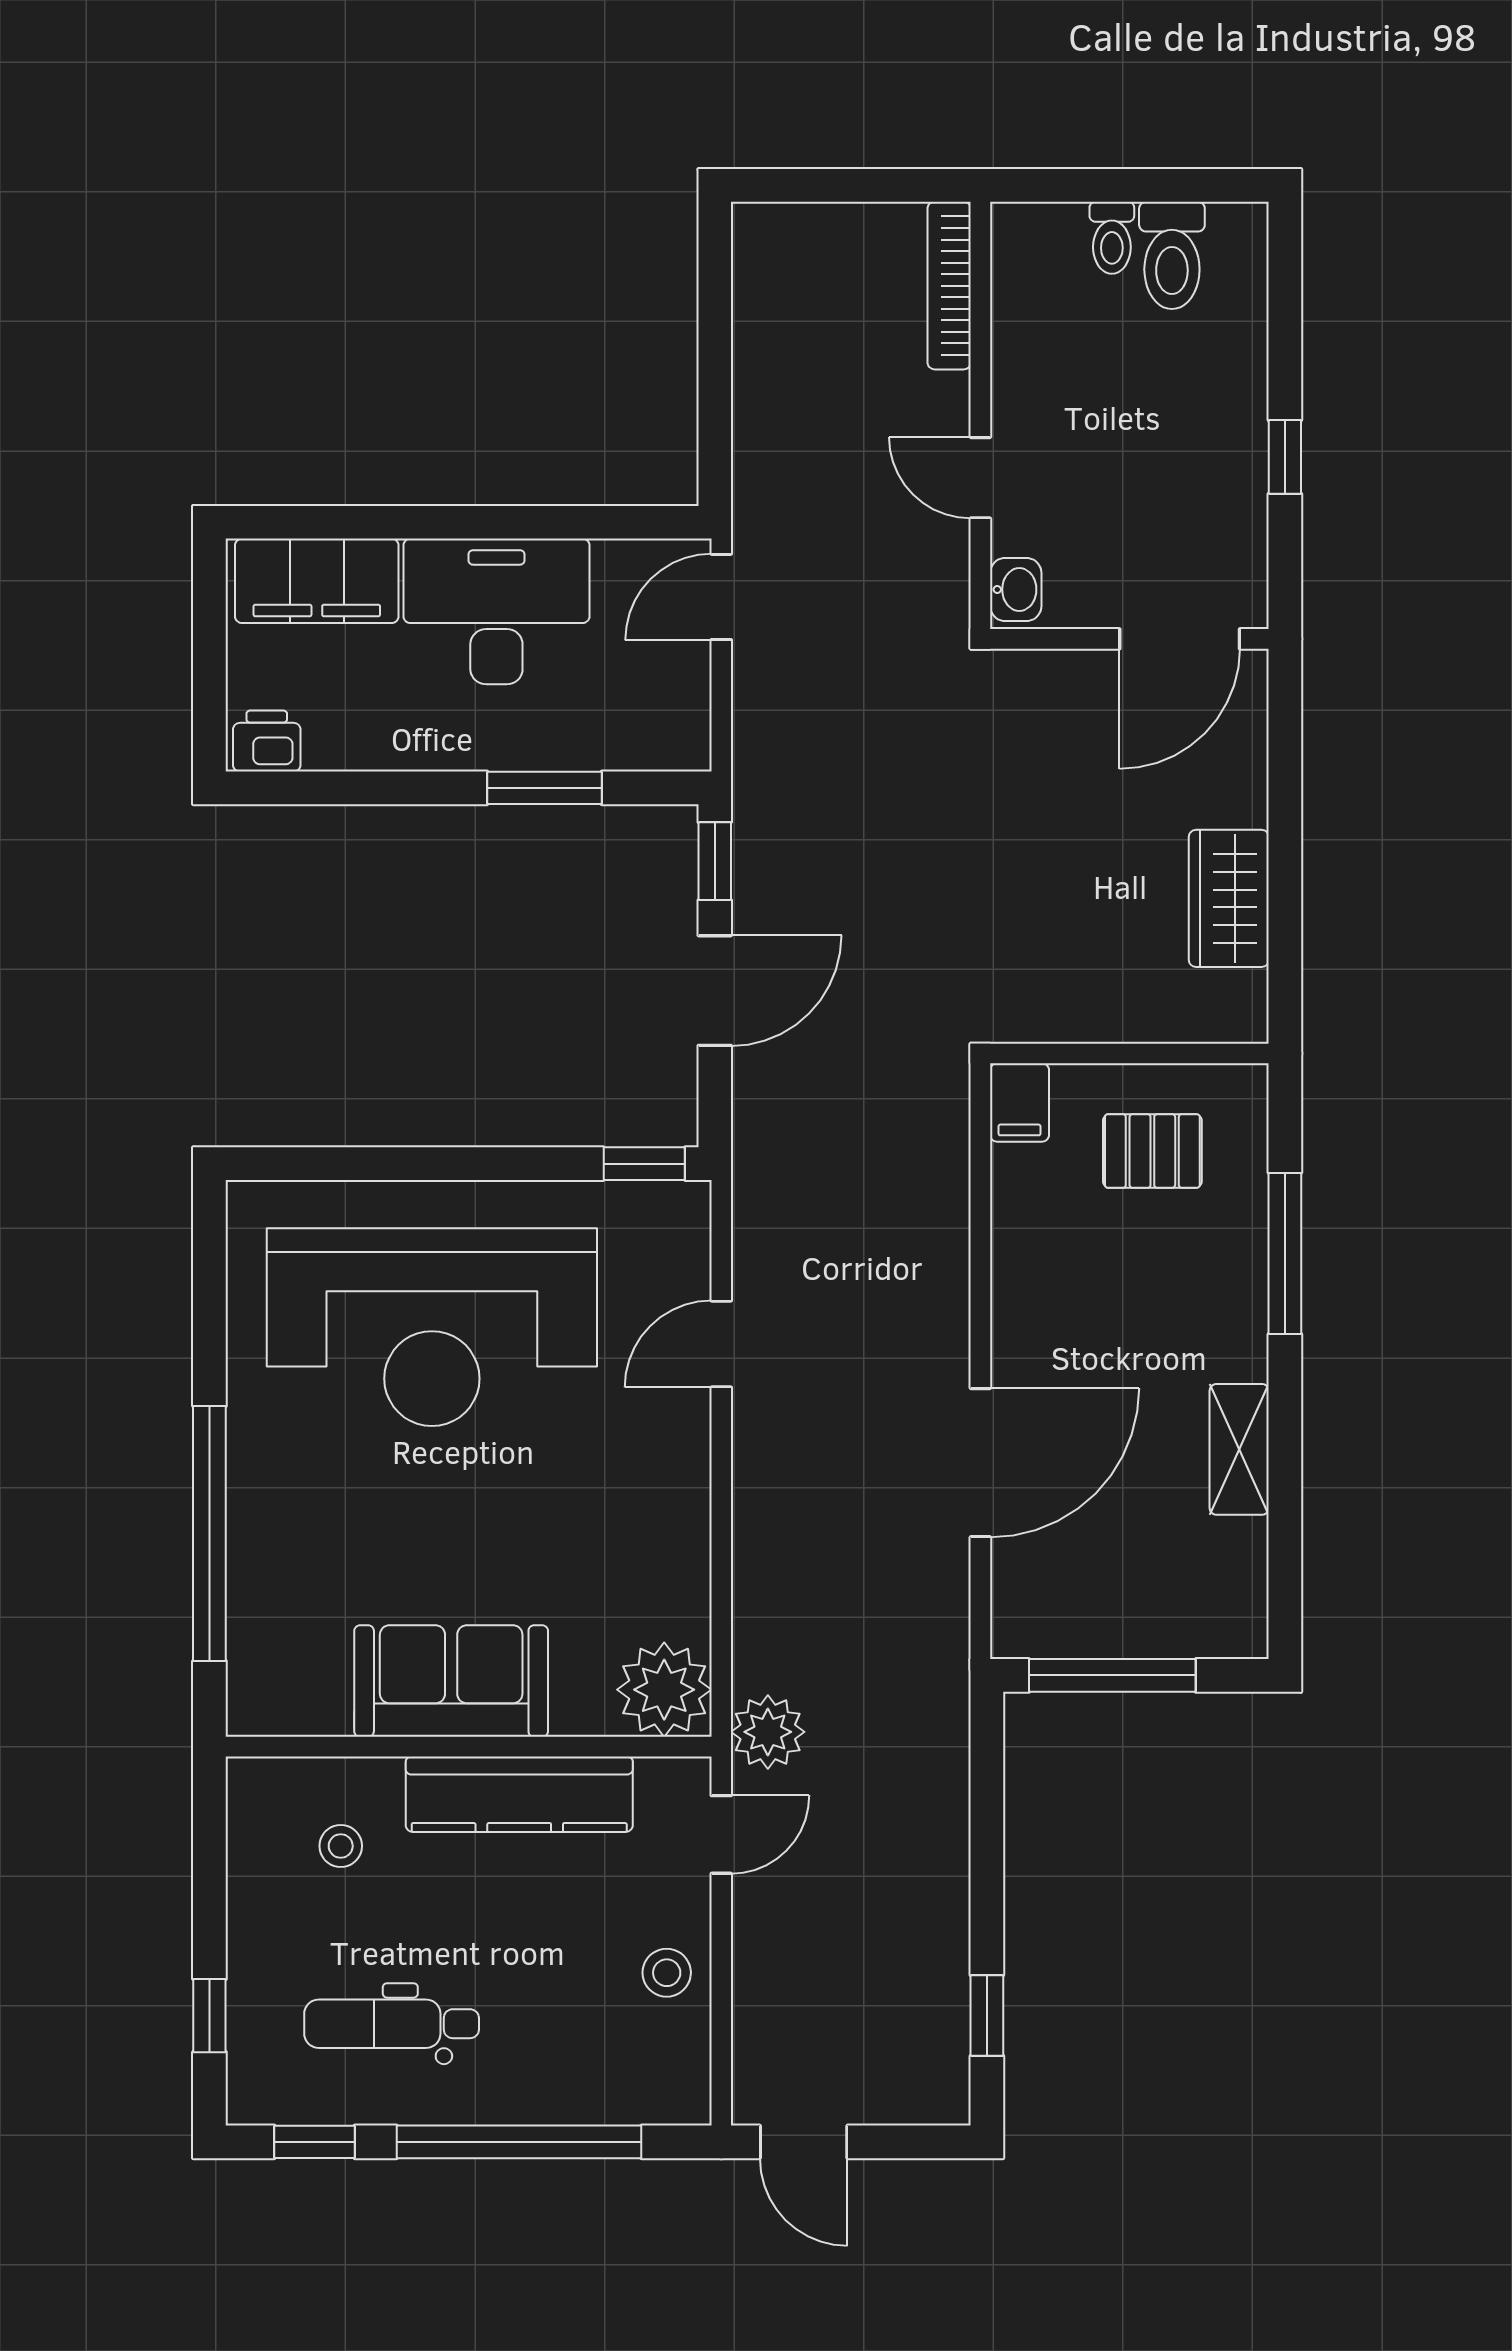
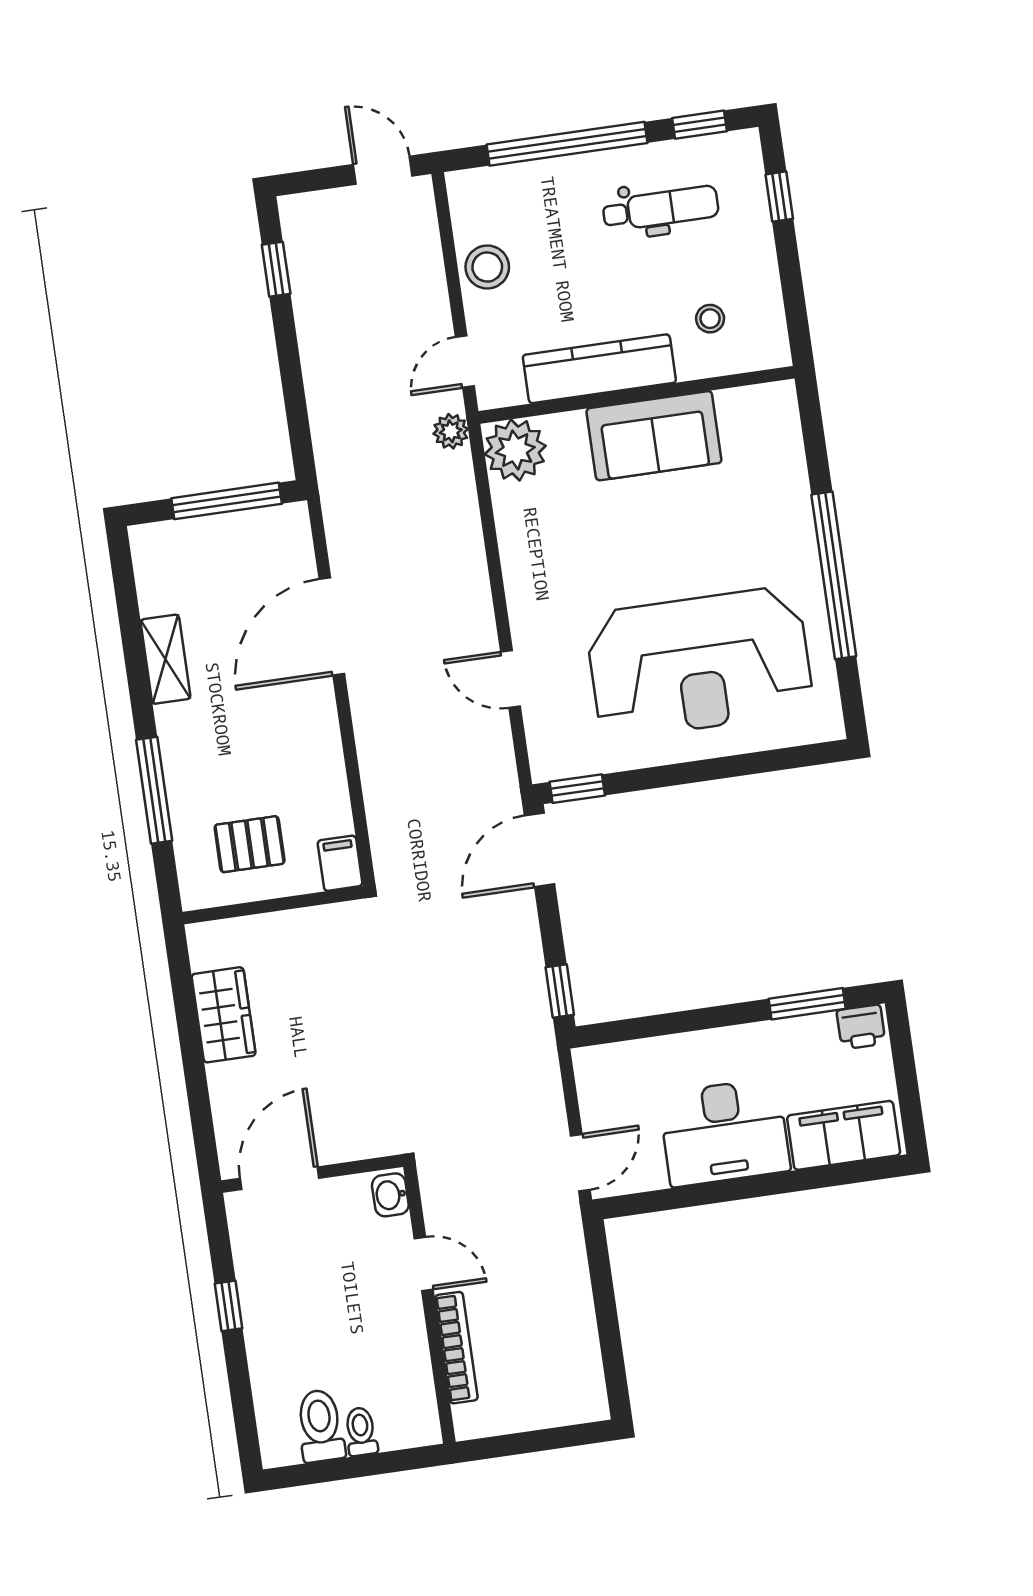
bookcase: (949, 286) -> (456, 1348), moved
window: (544, 788) -> (807, 1004), moved
door: (715, 991) -> (539, 850), moved
reception desk: (432, 1327) -> (699, 663), turned 180
door: (721, 1344) -> (511, 679), swing flipped
window: (209, 1534) -> (834, 575), moved
plant: (768, 1732) -> (451, 431), width x0.73, depth x0.73
stool: (667, 1973) -> (487, 267), width x1.37, depth x1.37

